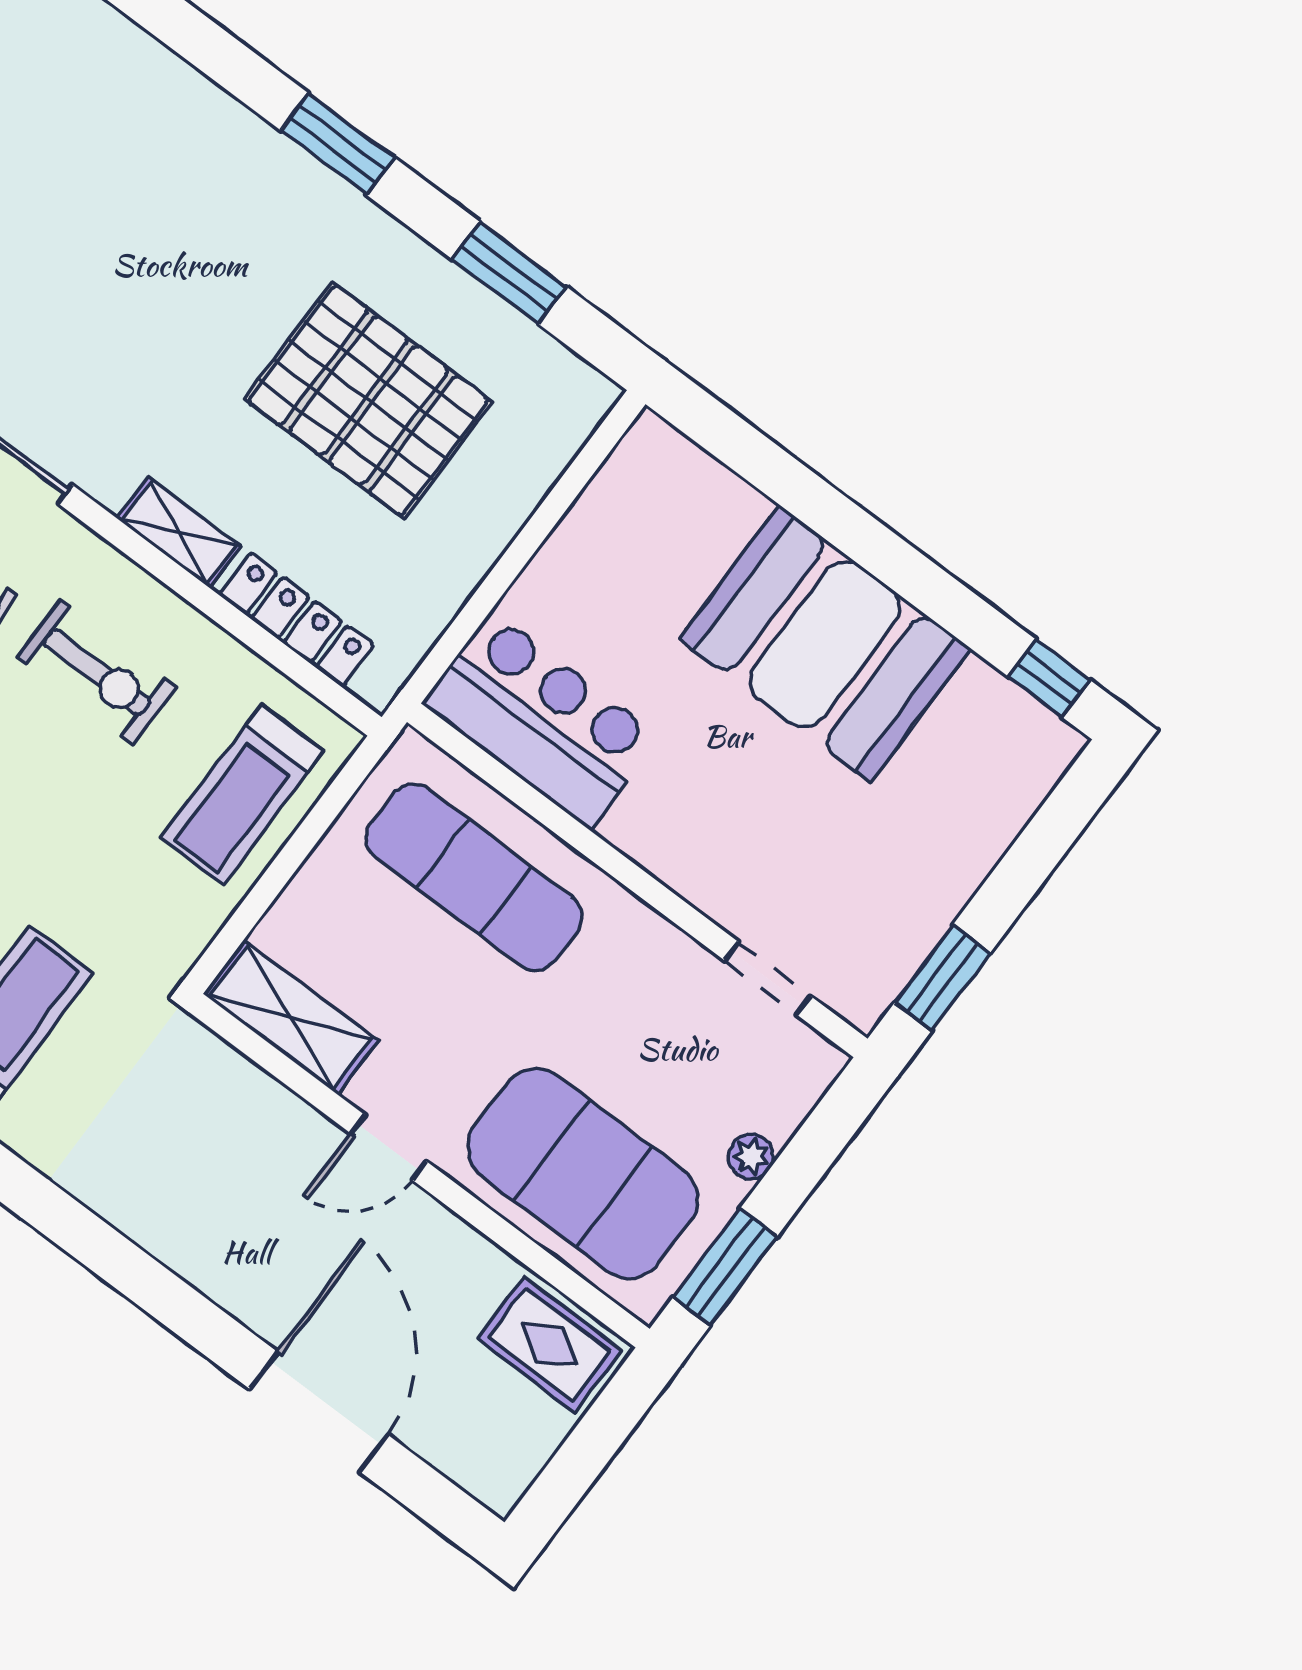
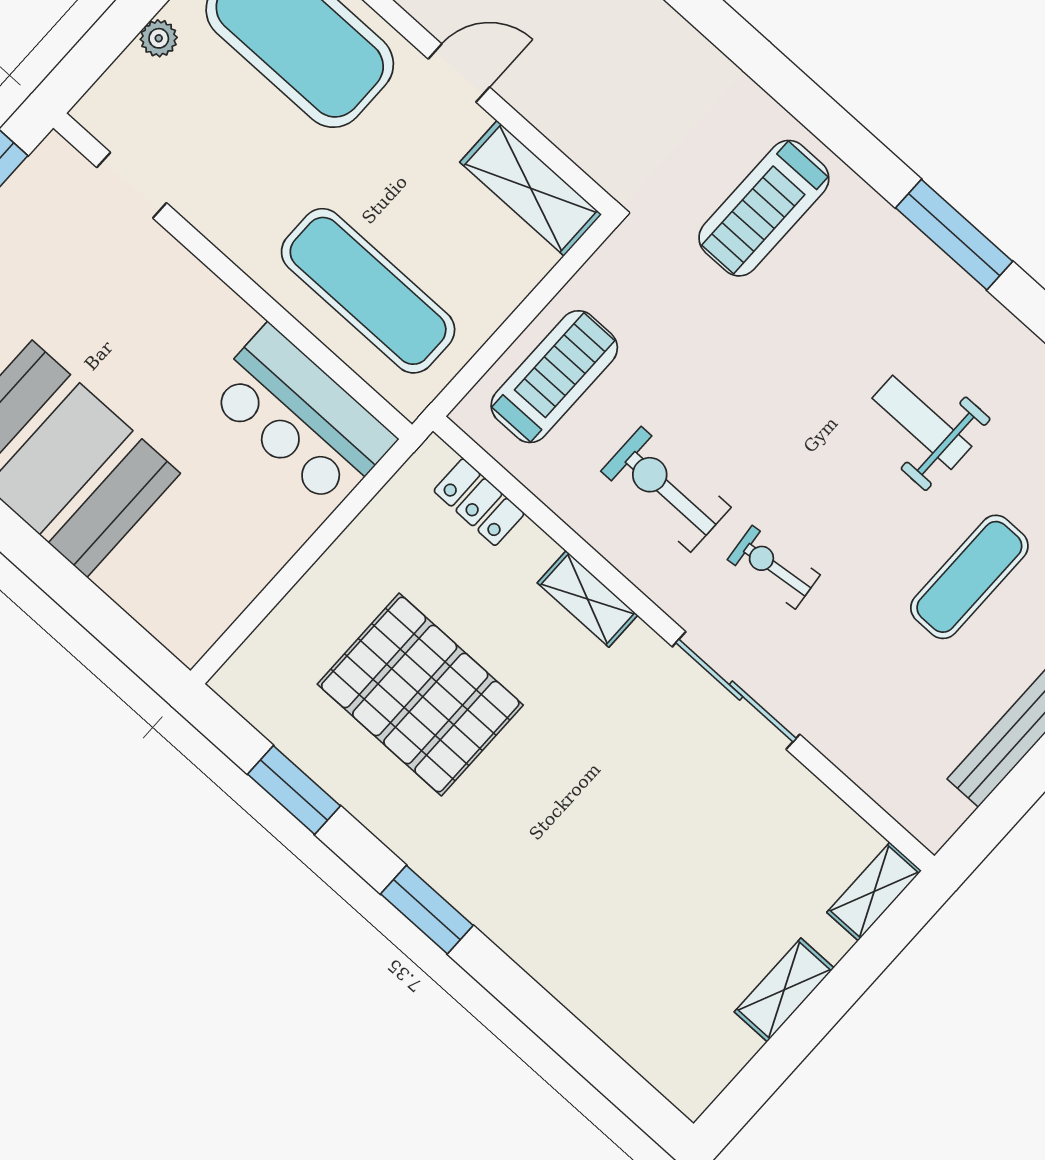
locker: (297, 620) -> (479, 502), width x0.66

